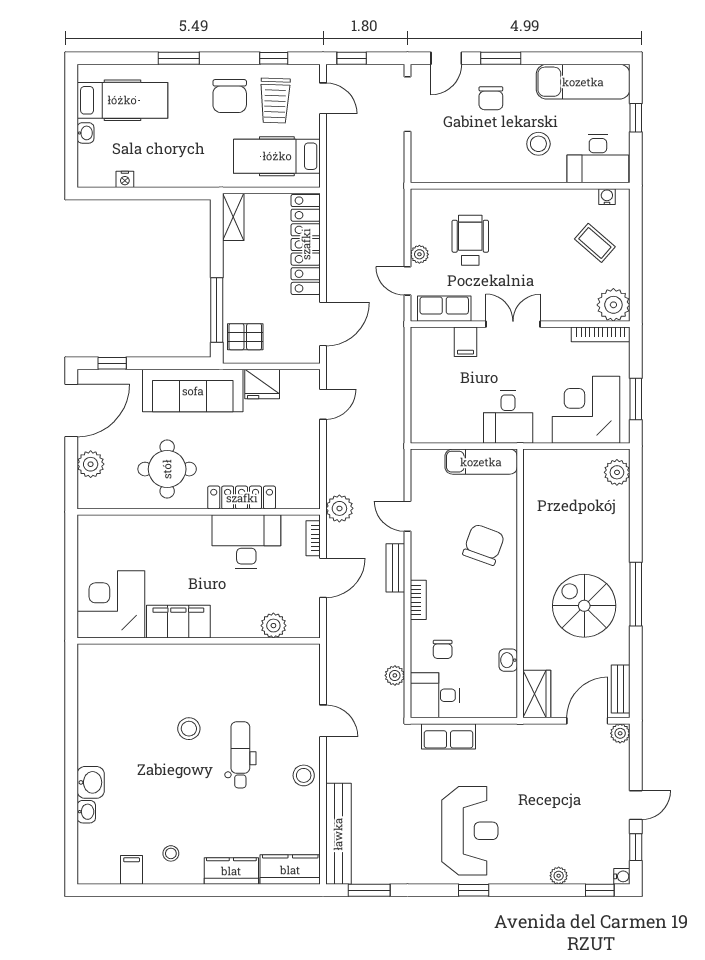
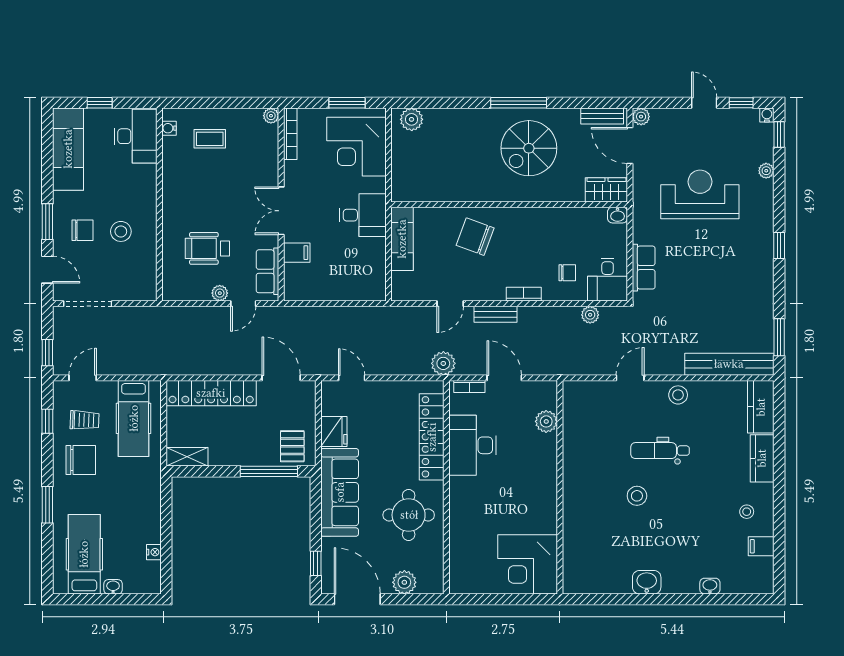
trolley: (275, 101) -> (85, 420), width x0.73, depth x0.72
stool: (538, 144) -> (121, 231), moved
coffee table: (595, 243) -> (210, 139), turned 49
plant: (613, 305) -> (271, 116), width x0.53, depth x0.53
locker: (242, 498) -> (432, 437), width x1.41, depth x1.21
filing cabinet: (178, 622) -> (543, 505), removed
washbasin: (508, 660) -> (618, 215), moved
washbasin: (91, 782) -> (647, 582), moved
reception desk: (470, 831) -> (700, 194), moved

